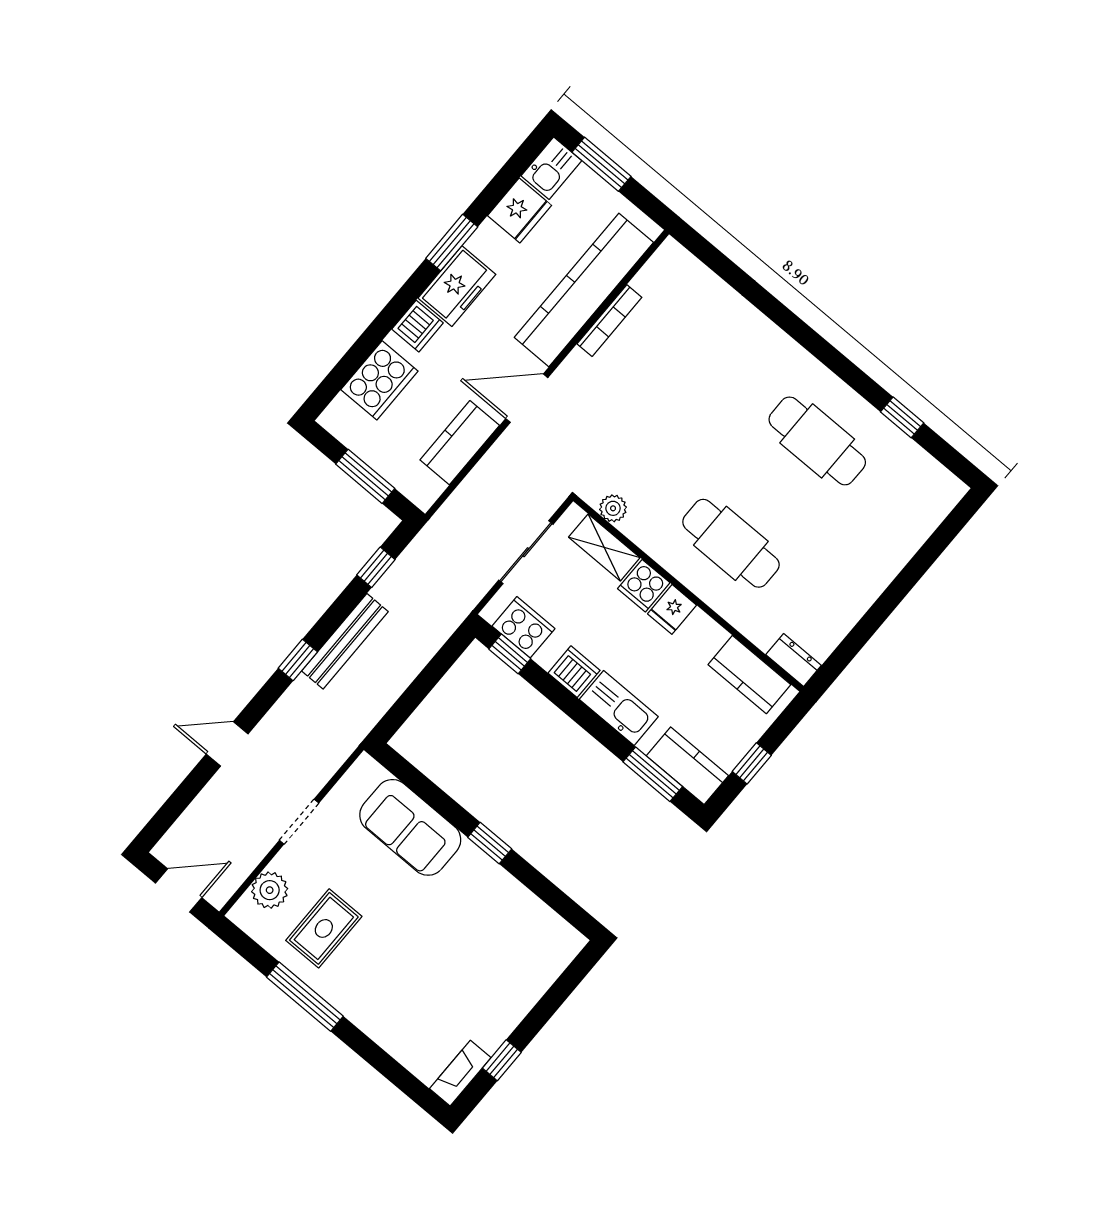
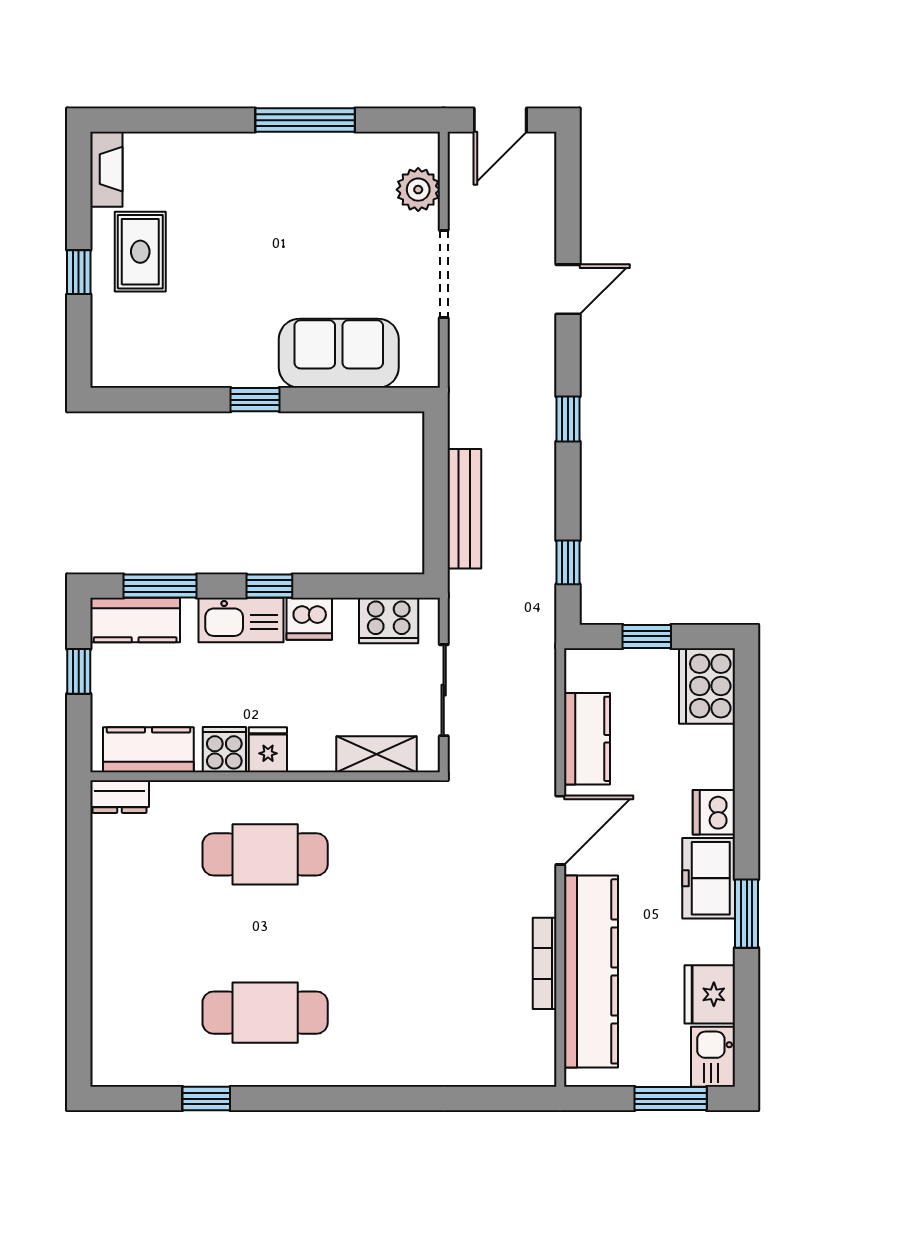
cooker: (379, 380) -> (707, 686), moved
window: (365, 476) -> (647, 636), width x0.67
plant: (613, 508) -> (398, 796), removed
cooker: (644, 586) -> (224, 750), moved
bench: (345, 641) -> (464, 509), moved
window: (510, 654) -> (269, 586), moved
doorway: (299, 822) -> (444, 274), width x1.38
rug: (324, 928) -> (140, 252), moved
window: (502, 1060) -> (79, 272), moved

